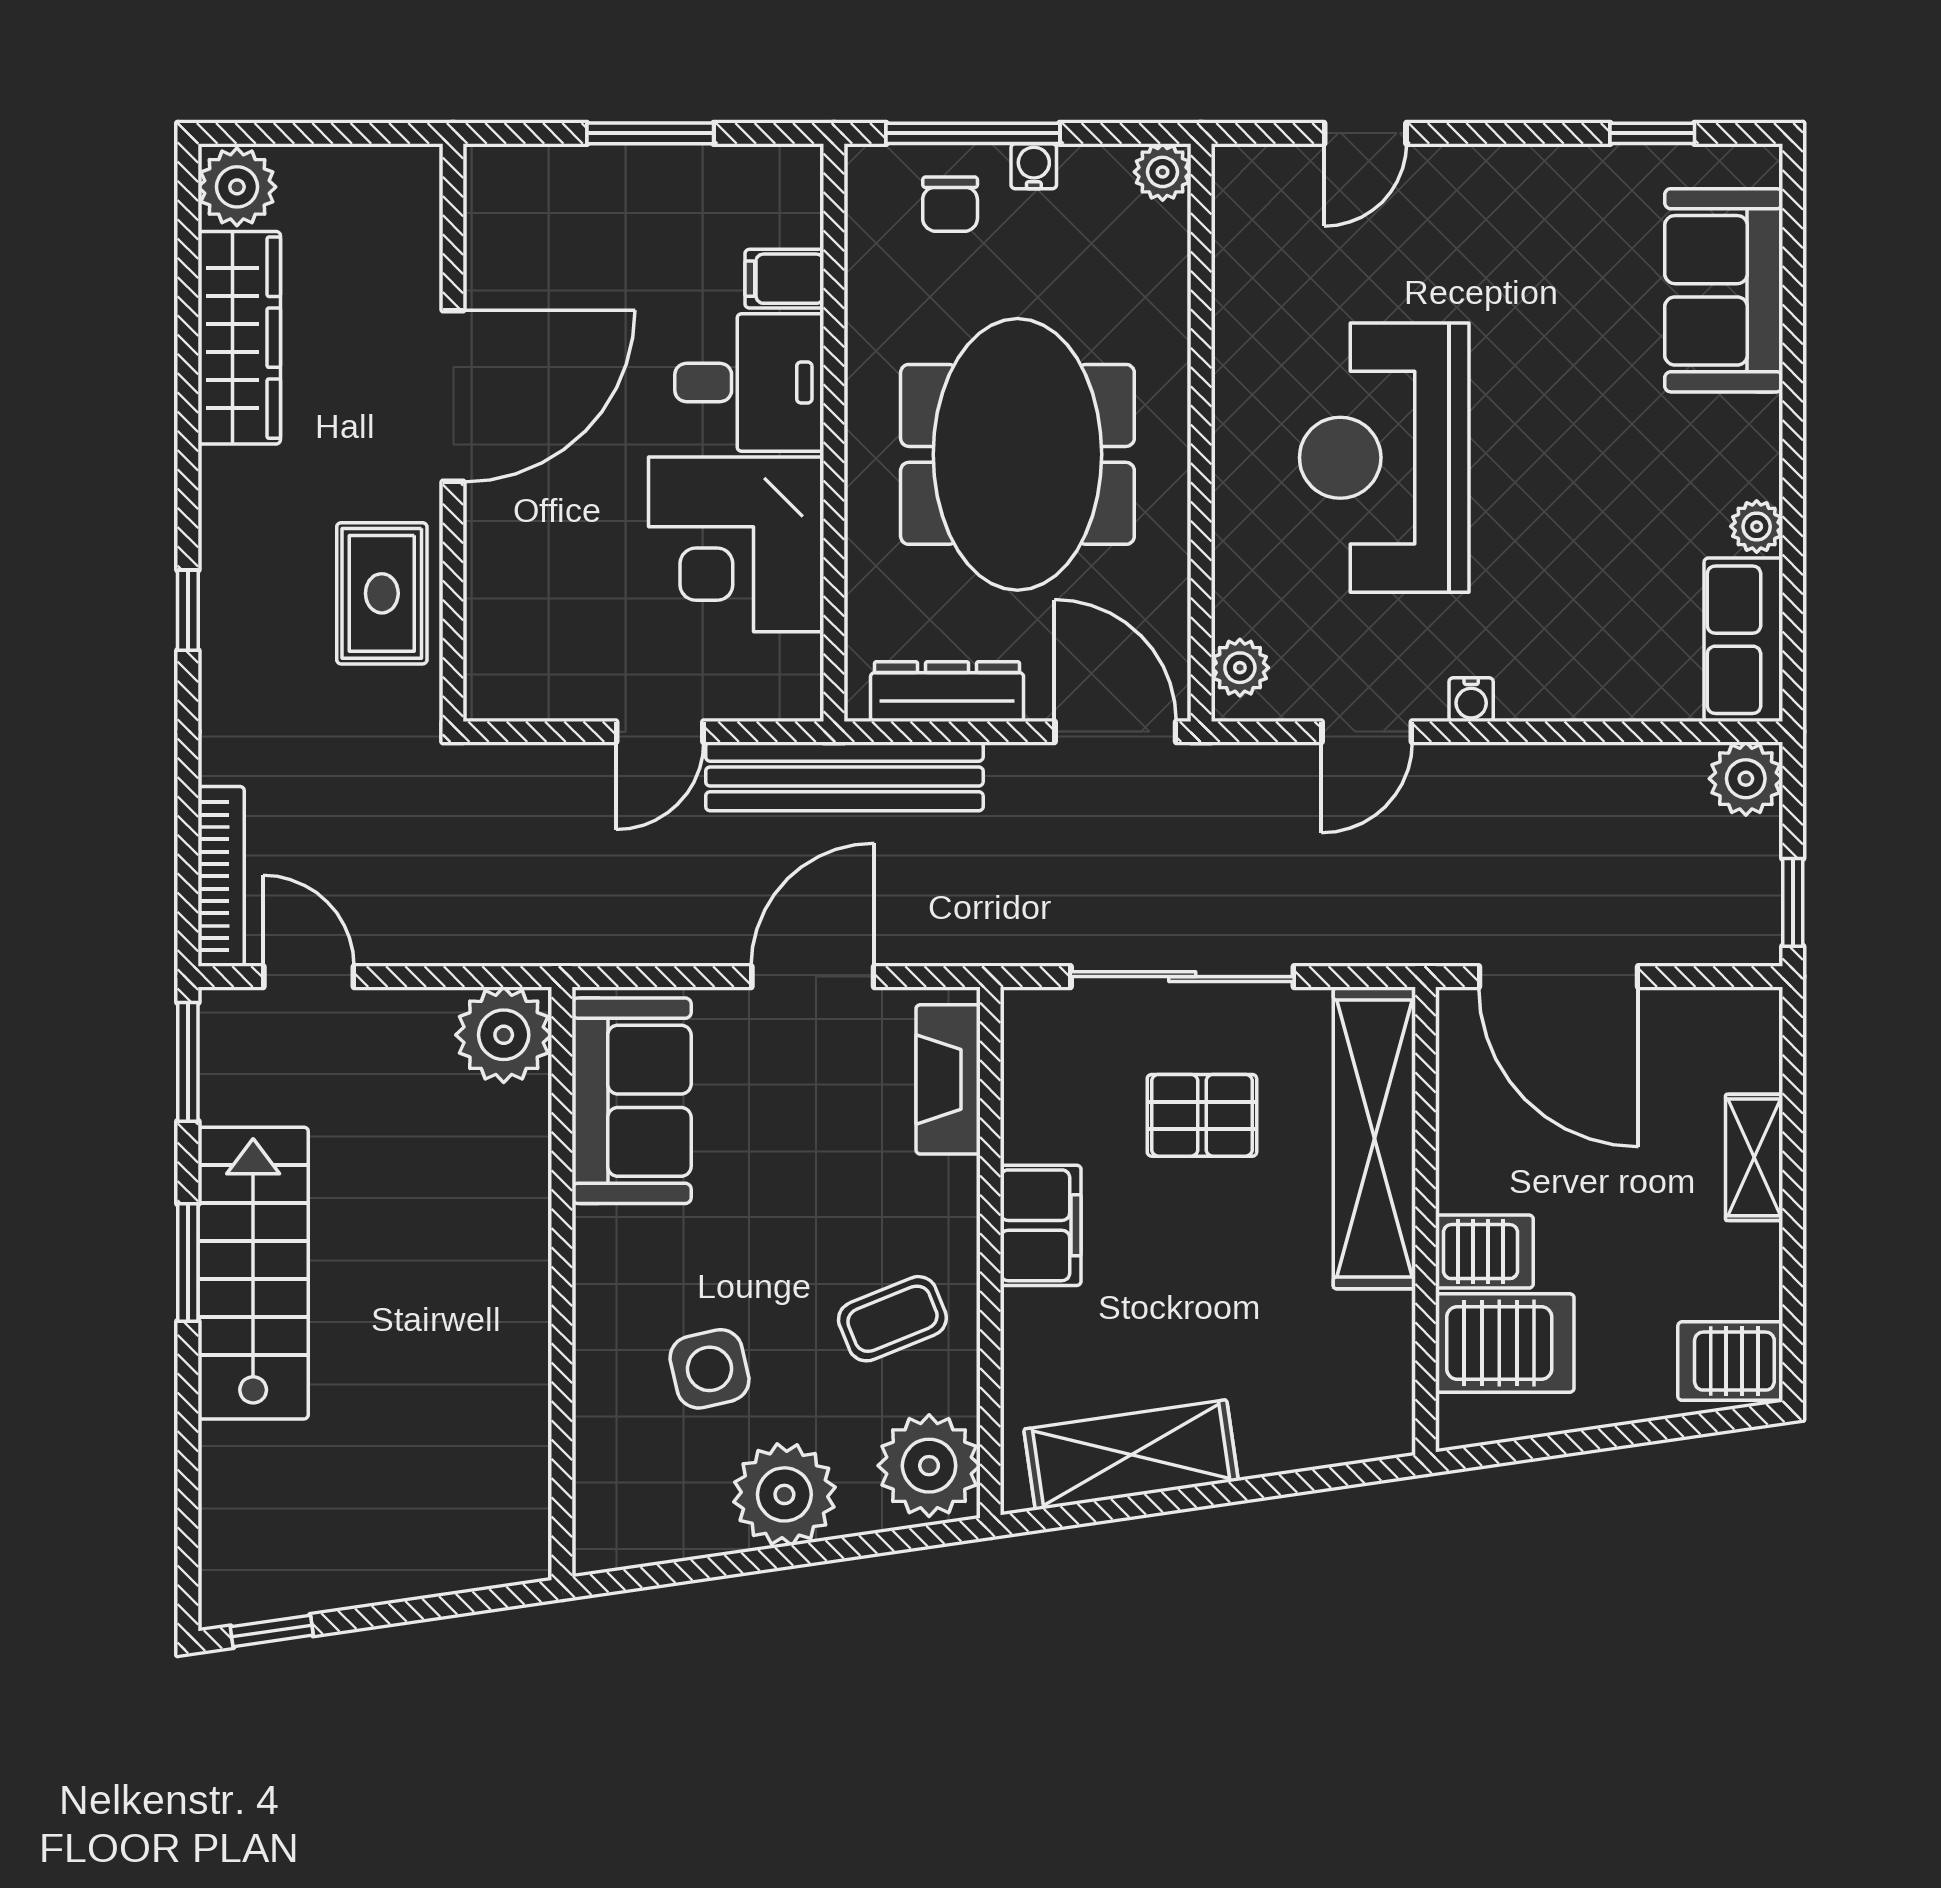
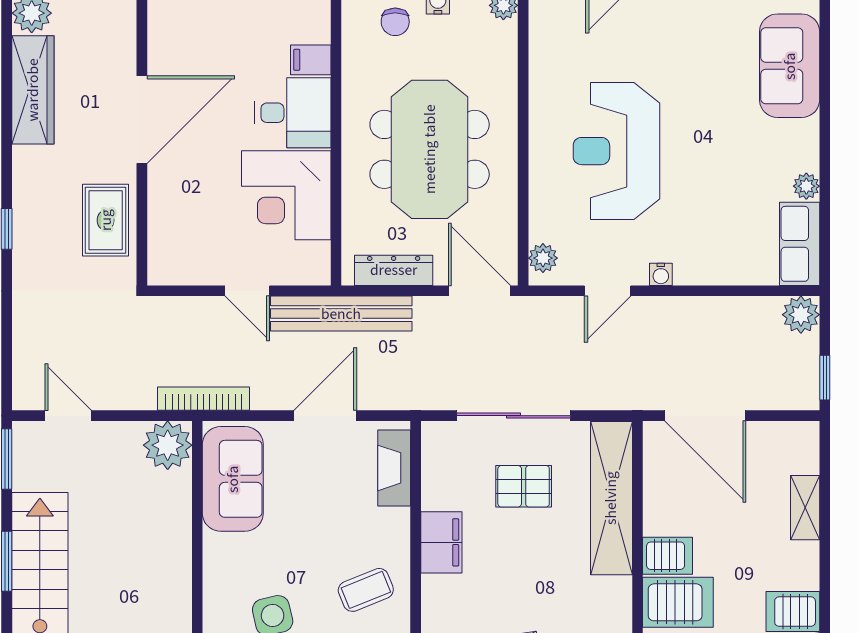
door: (660, 732) -> (247, 291), hinge flipped
bookcase: (221, 876) -> (204, 399), moved, turned -90

